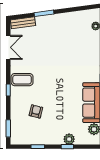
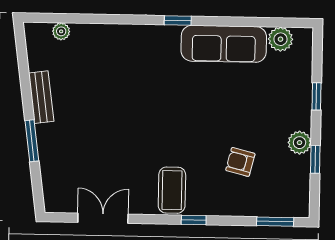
bench: (23, 23) -> (41, 97), moved
plant: (69, 139) -> (300, 143), moved

